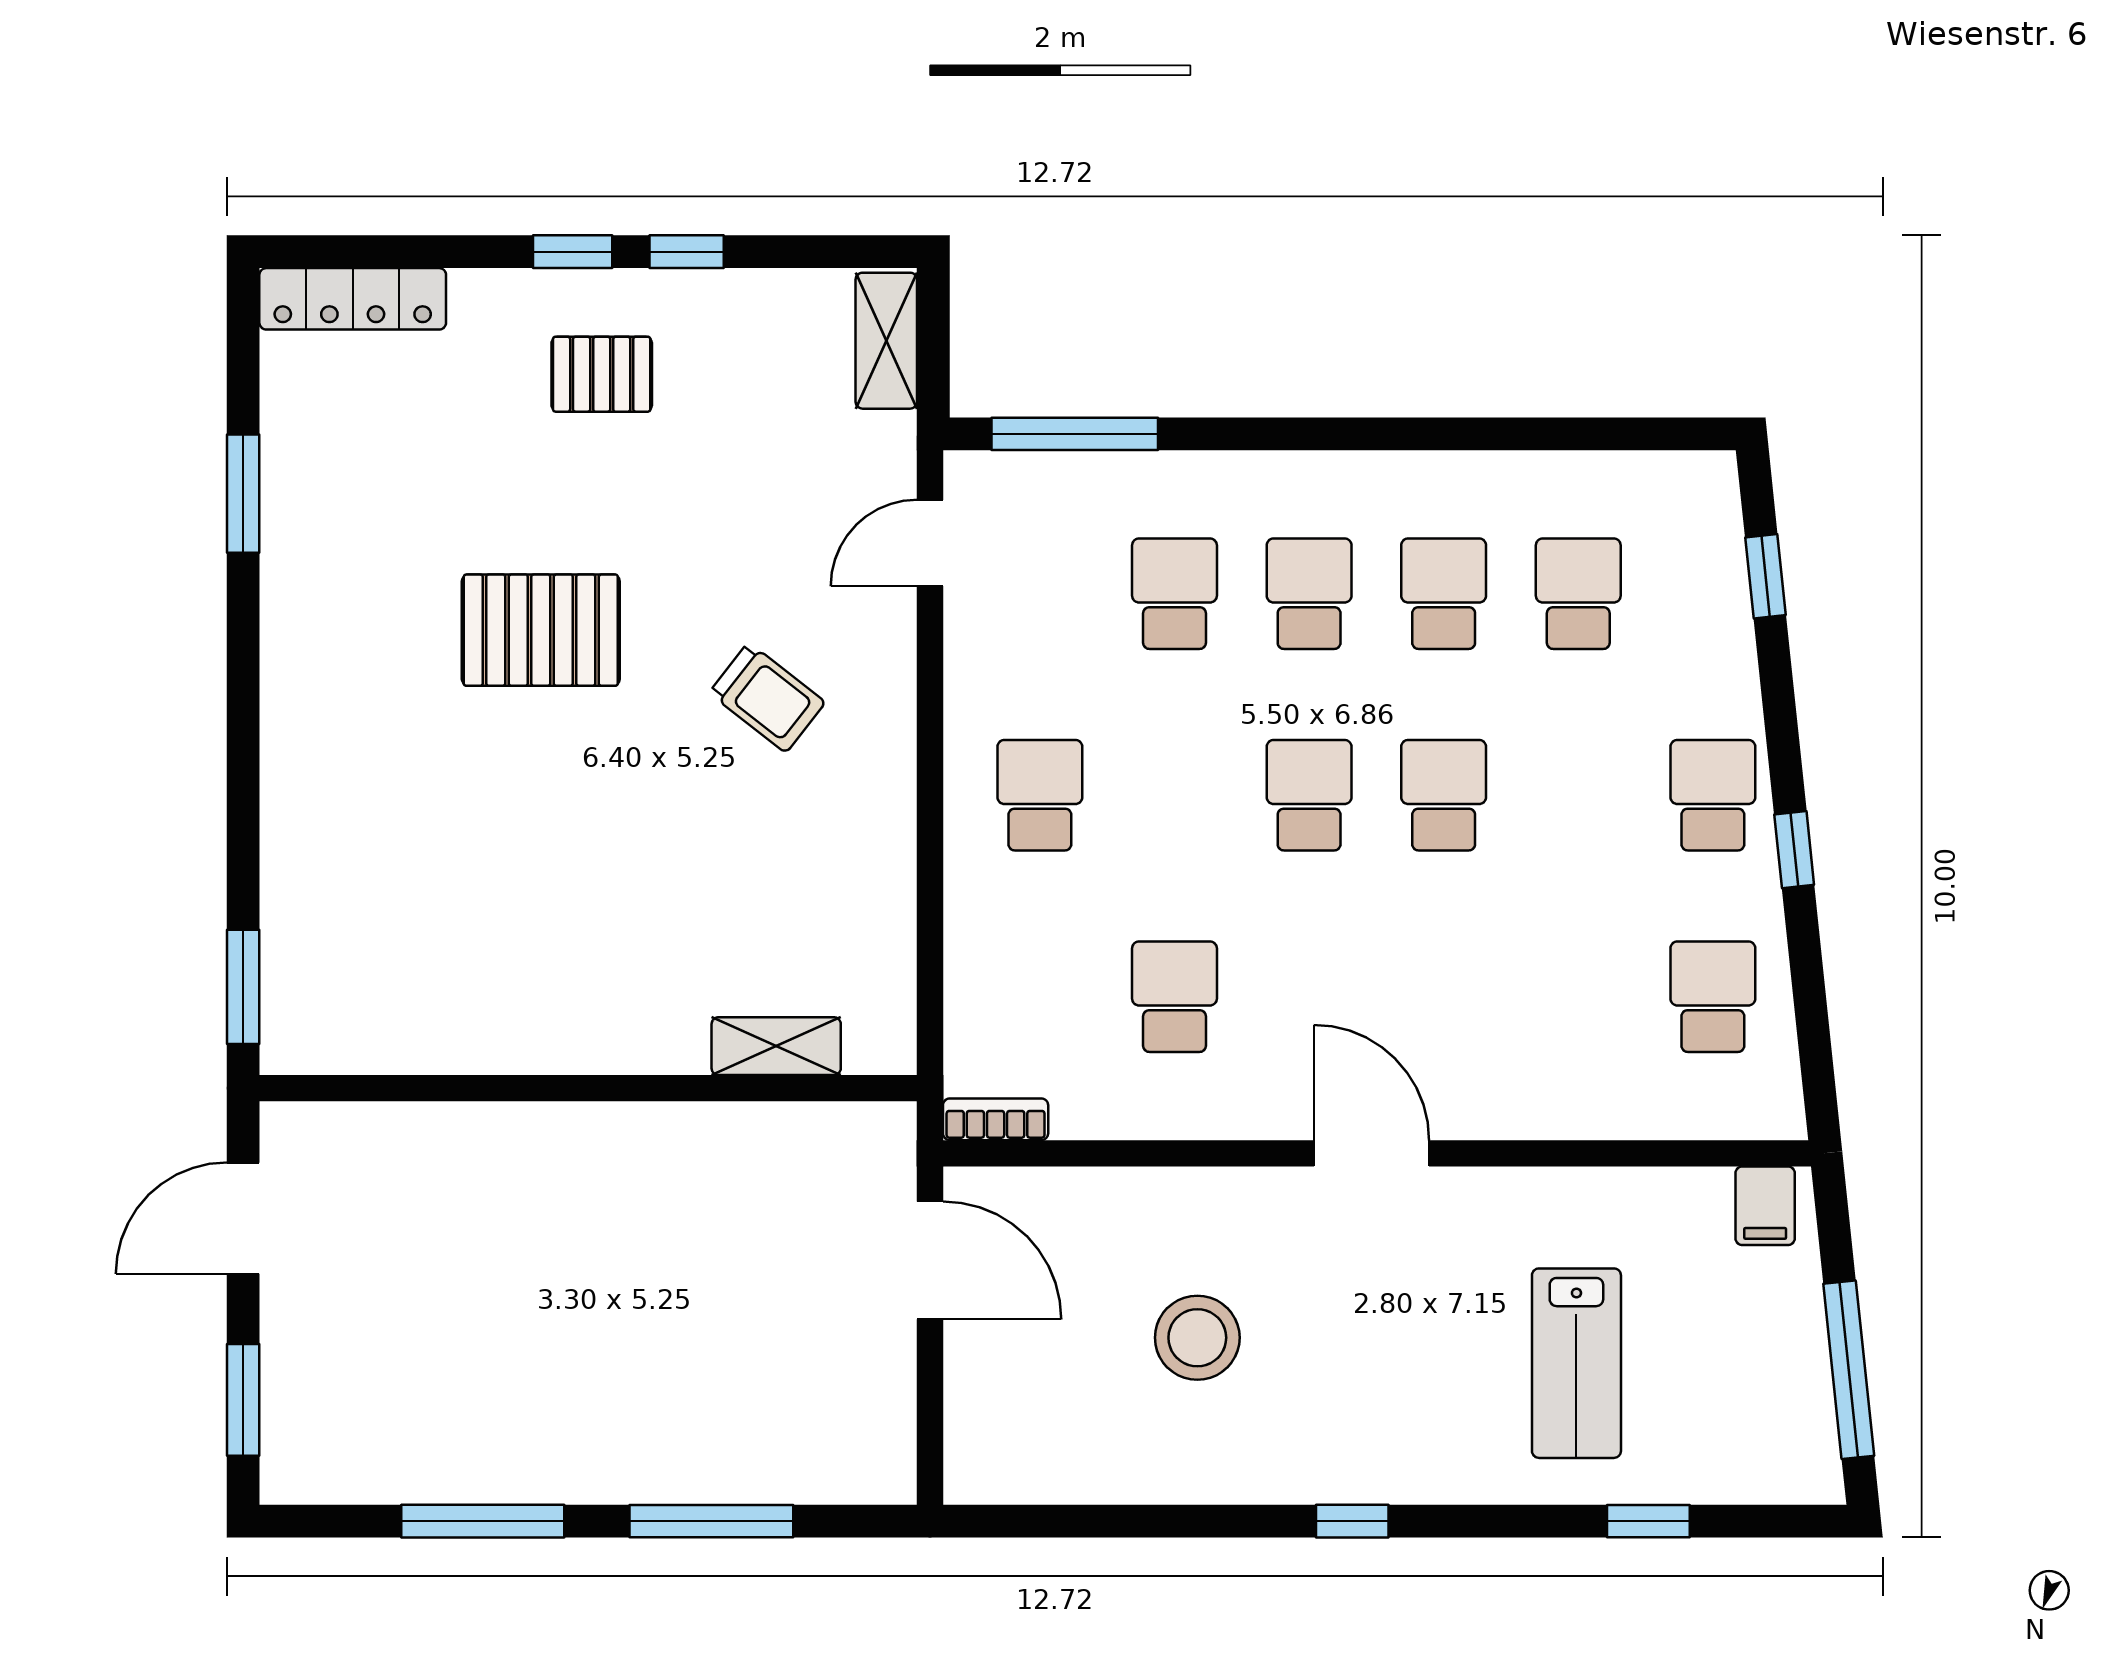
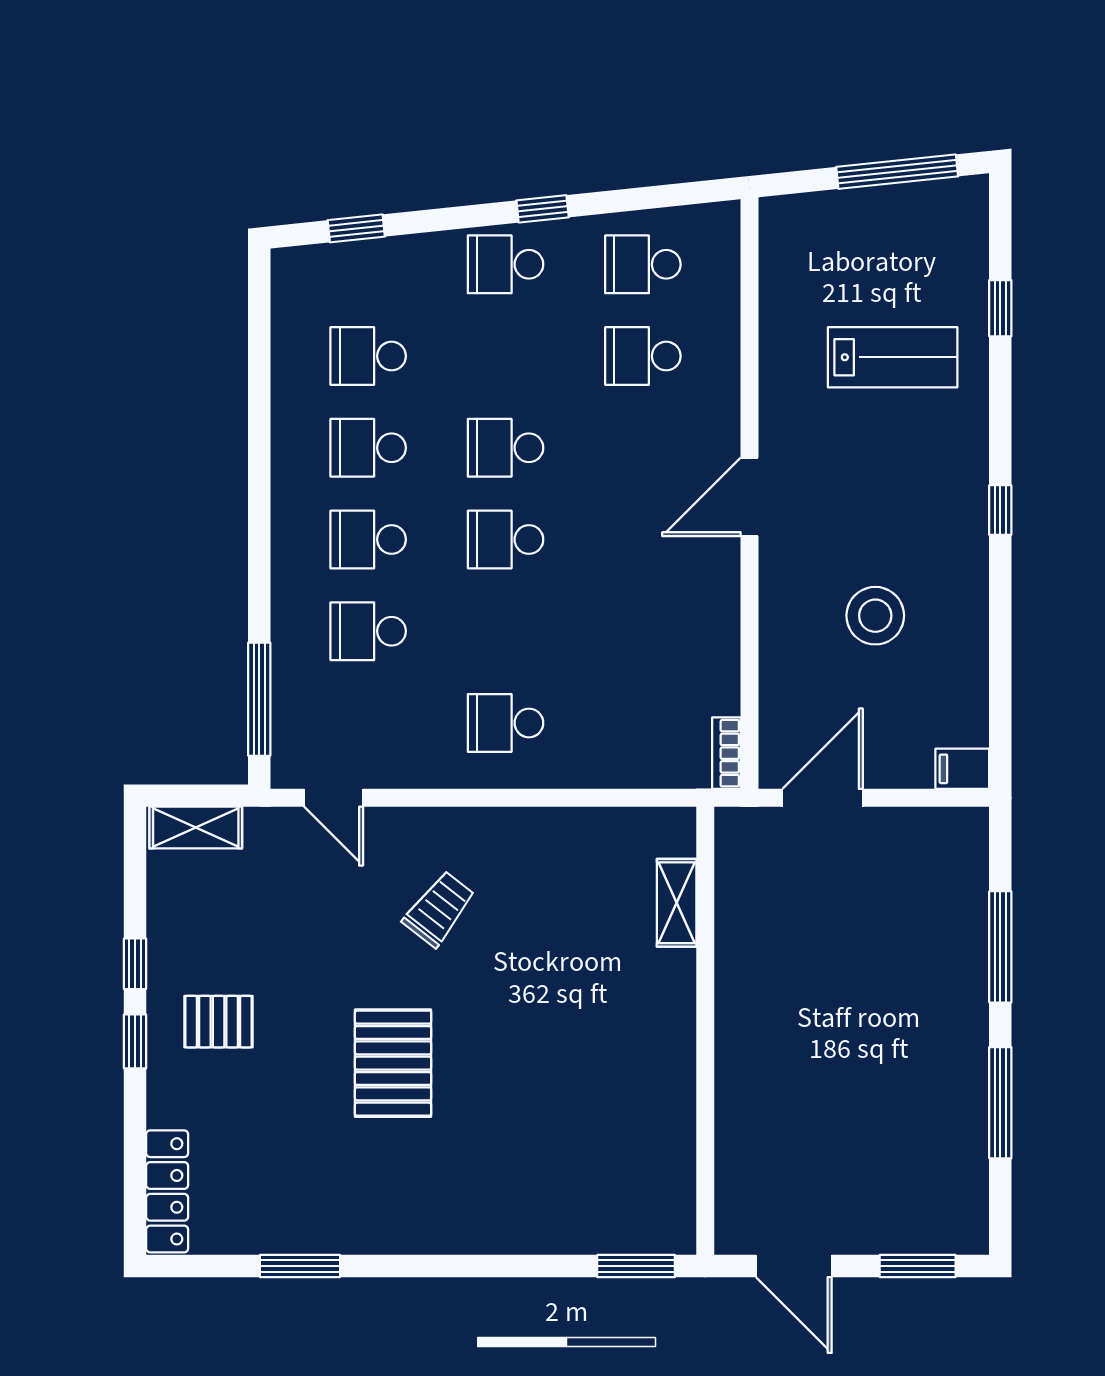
pallet: (602, 374) -> (219, 1022), turned 90
school desk: (1174, 997) -> (643, 356), moved
filing cabinet: (1765, 1206) -> (962, 769), moved, turned 180

